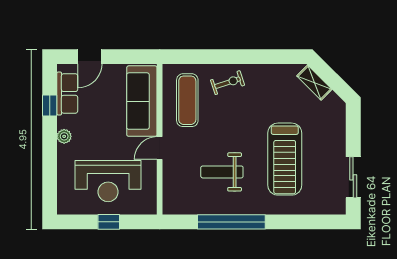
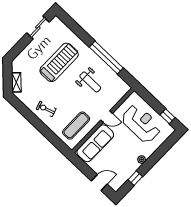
exercise bike: (228, 83) -> (46, 109), moved
row of seats: (67, 93) -> (123, 176), removed
window: (109, 222) -> (168, 116), moved

